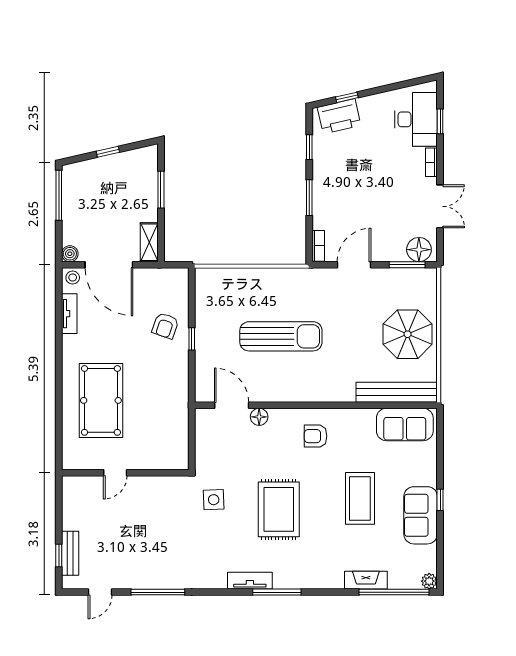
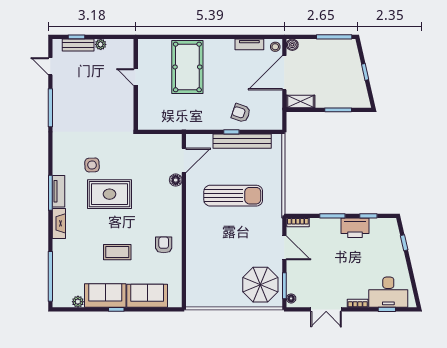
printer: (339, 116) -> (355, 228), moved, turned -77
floor lamp: (419, 250) -> (291, 298), width x0.53, depth x0.53
parasol: (408, 334) -> (260, 285), moved
sun lounger: (281, 336) -> (233, 196), turned -90
bench: (397, 392) -> (242, 141), moved, turned 90
pool table: (101, 400) -> (187, 67), turned 90
sofa: (405, 424) -> (147, 296), moved, turned 90
armchair: (316, 436) -> (164, 245), moved
coffee table: (360, 498) -> (117, 252), width x0.73, depth x0.76
side table: (214, 500) -> (92, 165), moved
plant: (69, 522) -> (101, 44), added
fireplace: (366, 580) -> (59, 223), moved
tv unit: (250, 581) -> (59, 191), moved
plant: (429, 581) -> (78, 302), moved

